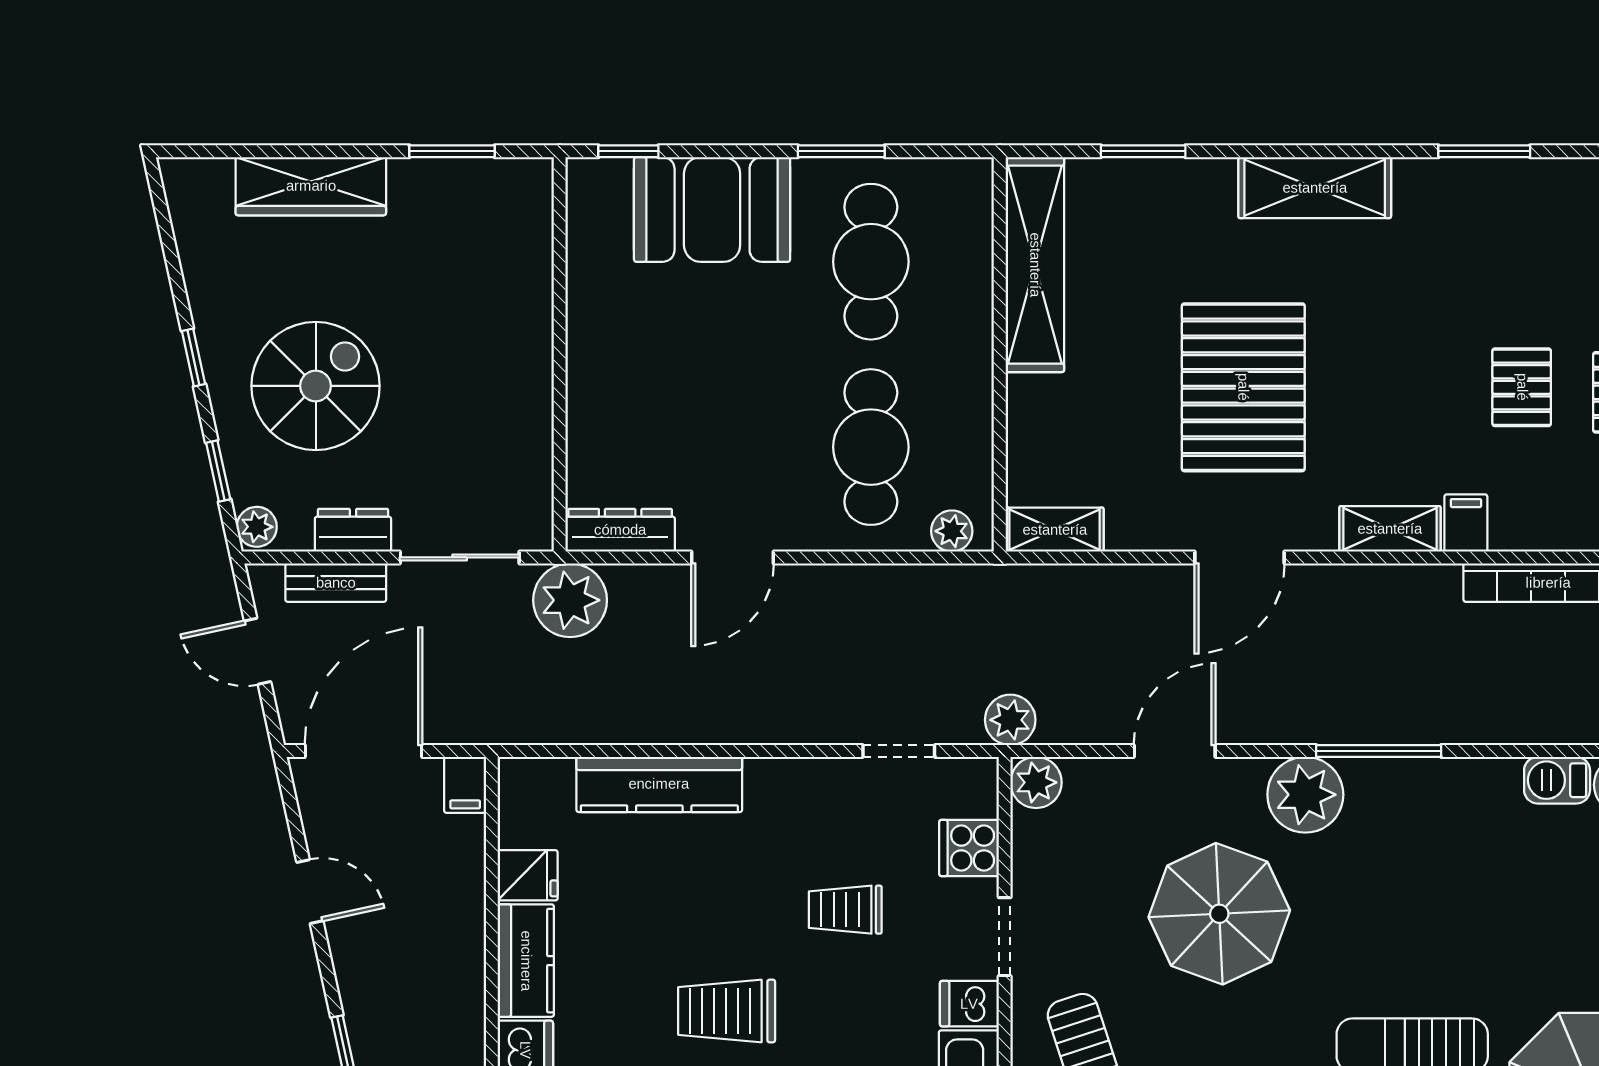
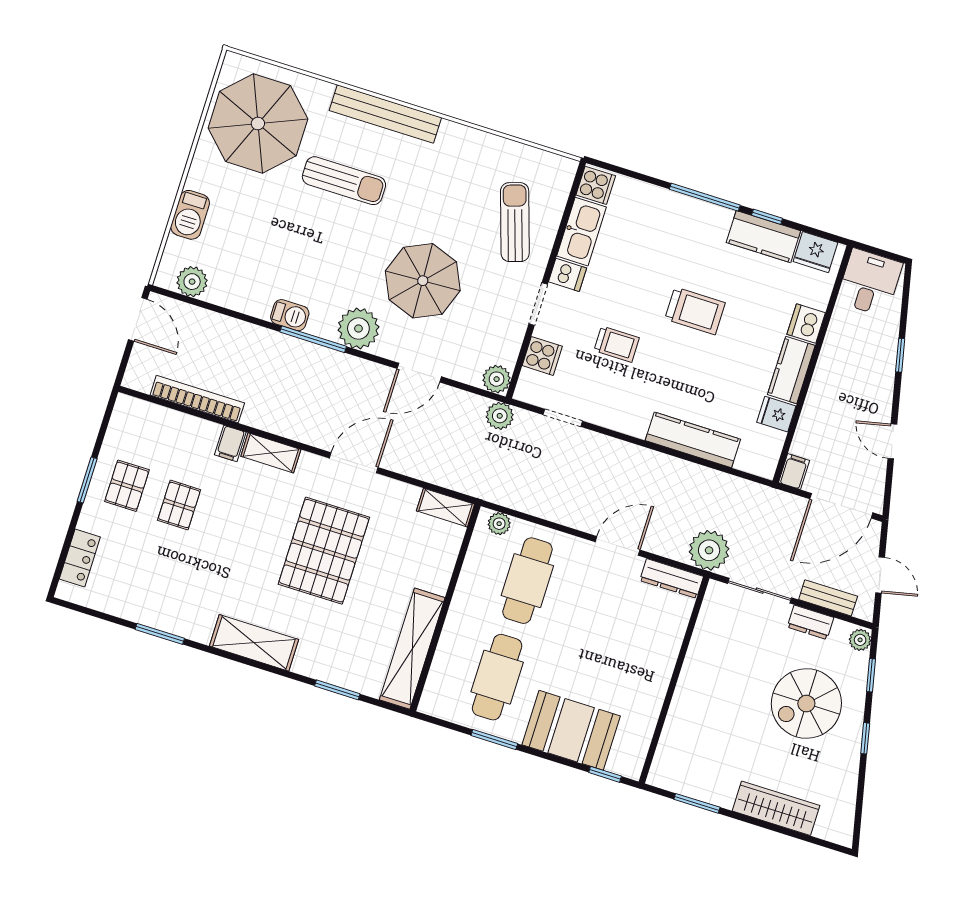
barbecue: (1557, 780) -> (290, 315), moved

